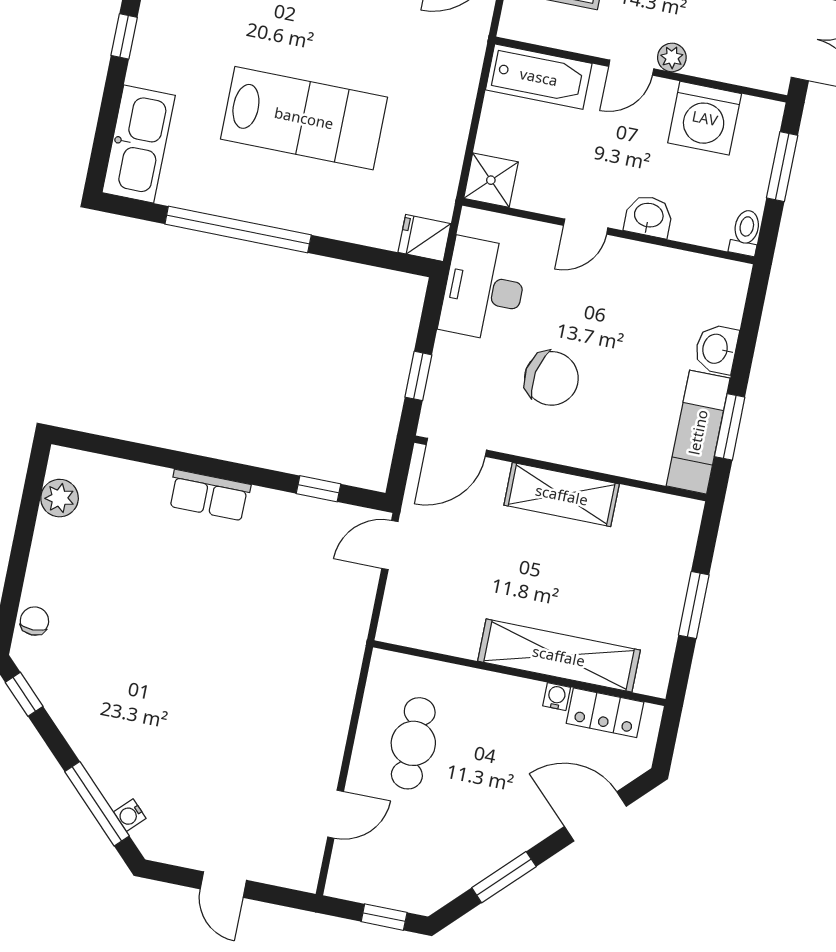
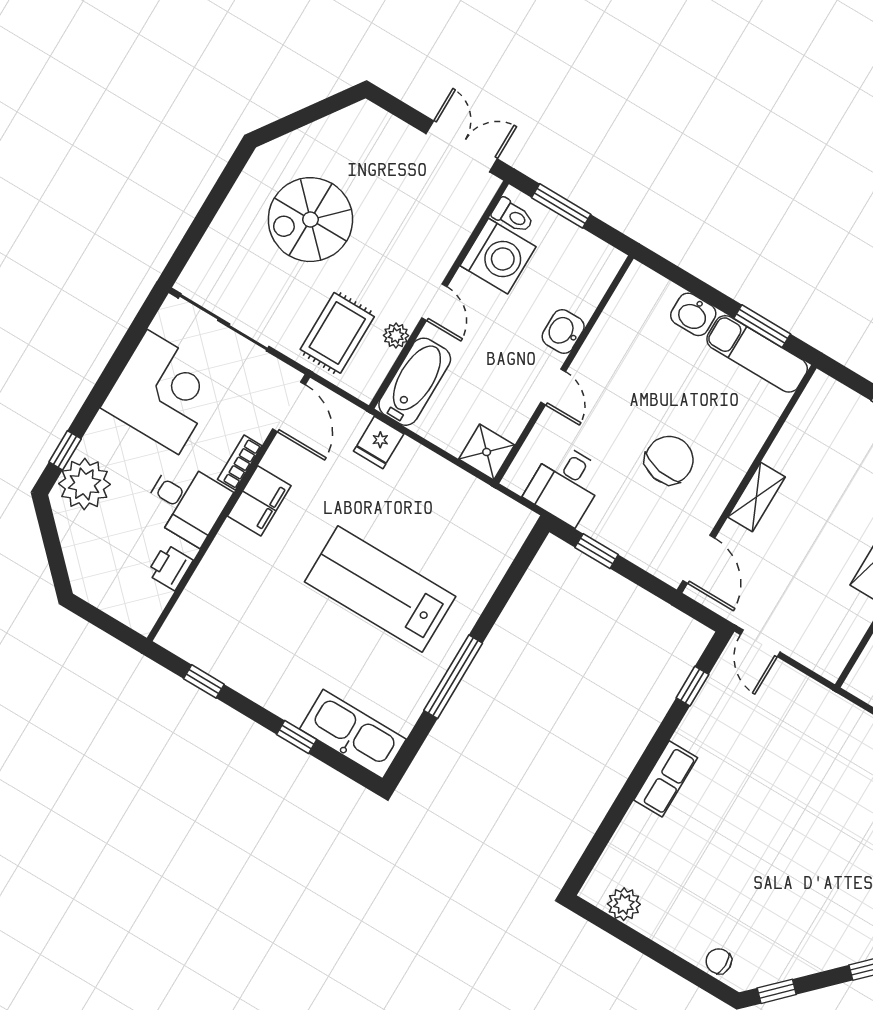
window: (124, 36) -> (297, 737), moved
plant: (672, 57) -> (396, 336), moved
lab bench: (304, 118) -> (380, 589), turned -90
window: (238, 229) -> (453, 677), width x0.68
toilet: (746, 233) -> (513, 216), moved, turned 180
fridge: (424, 238) -> (379, 443), moved
desk: (484, 289) -> (565, 484), width x0.73
window: (418, 376) -> (597, 551), moved
shelving: (562, 495) -> (756, 497), width x0.67, depth x0.75

